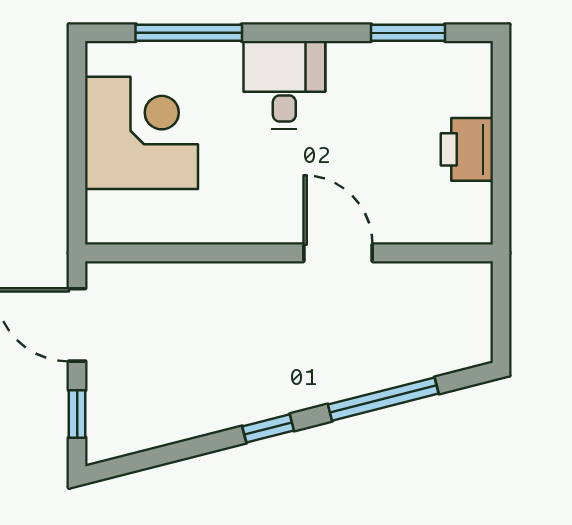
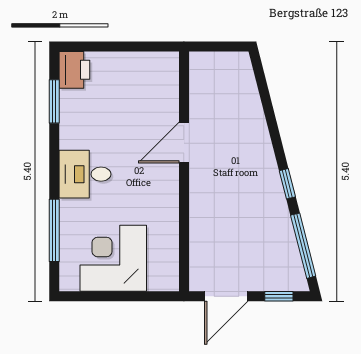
printer: (467, 149) -> (74, 70), moved, turned -90
window: (383, 399) -> (303, 246), moved

